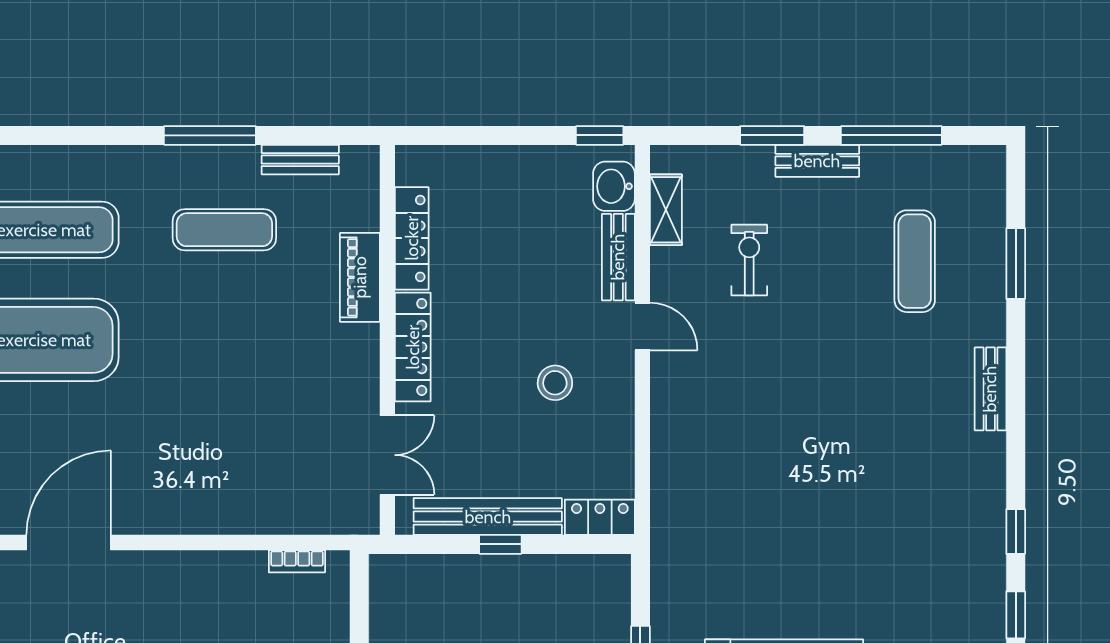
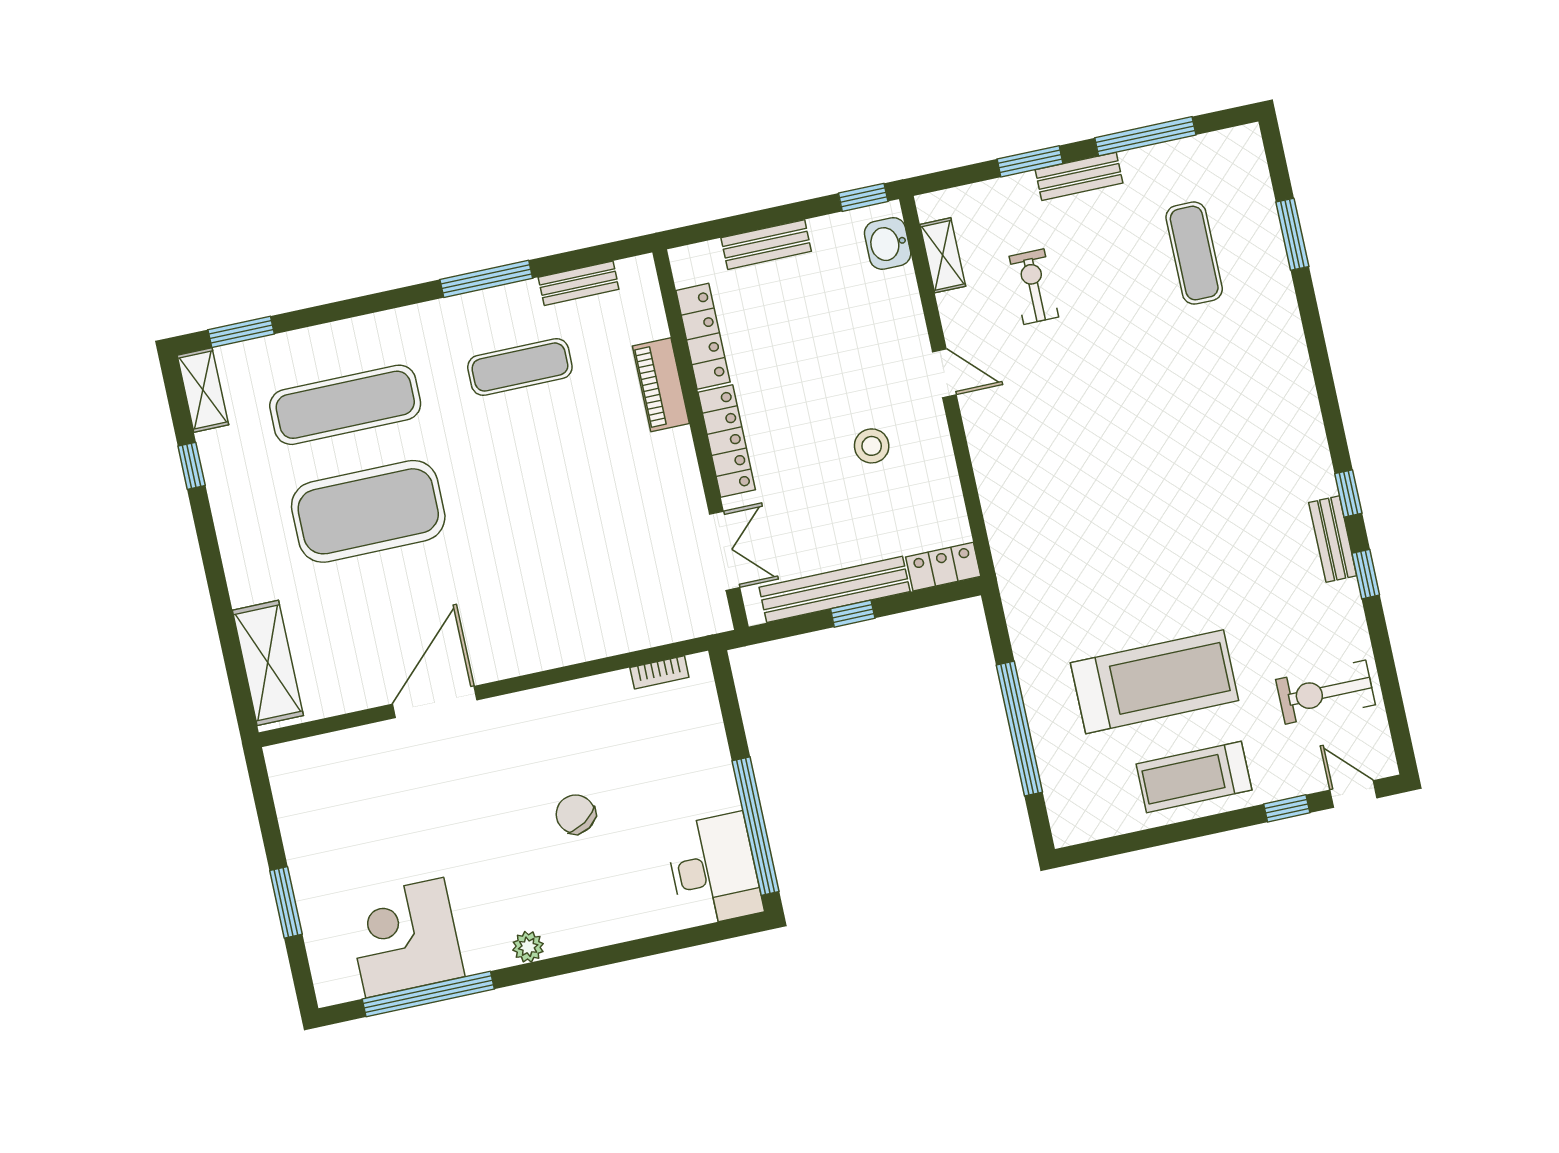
bench: (618, 257) -> (766, 245), moved, turned 90
bench: (990, 389) -> (1333, 539), moved

